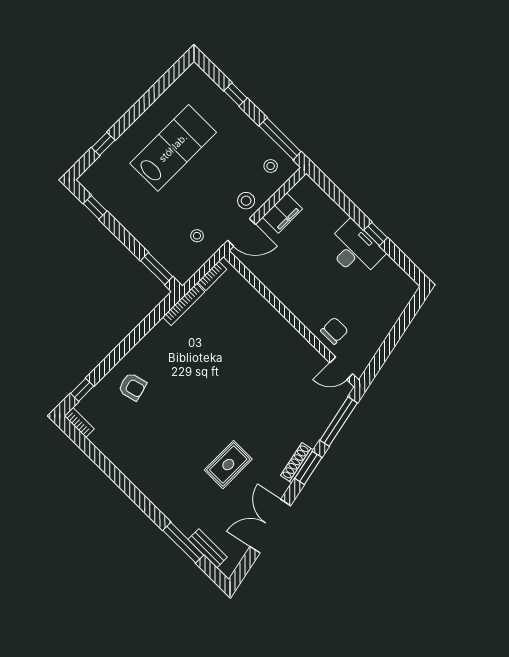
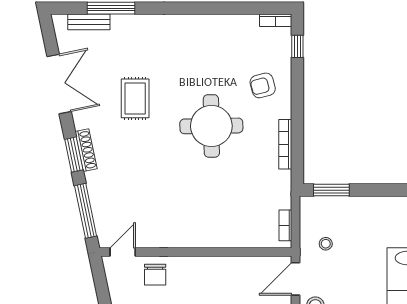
bookcase: (184, 304) -> (285, 144), moved
round table: (195, 394) -> (211, 126), added

